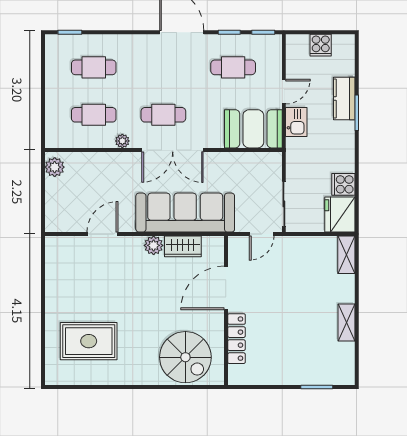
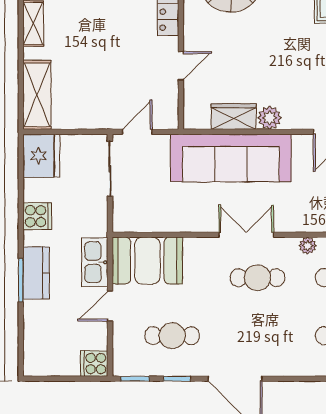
cooker: (321, 45) -> (94, 364), moved, turned -90
kitchen counter: (344, 98) -> (36, 273), moved
kitchen sink: (296, 122) -> (95, 262), width x1.38
double door: (173, 150) -> (246, 235), width x0.73
cooker: (343, 184) -> (37, 216), moved
shelving: (346, 255) -> (37, 95), width x1.50, depth x1.33
door: (226, 288) -> (181, 66), width x0.53

